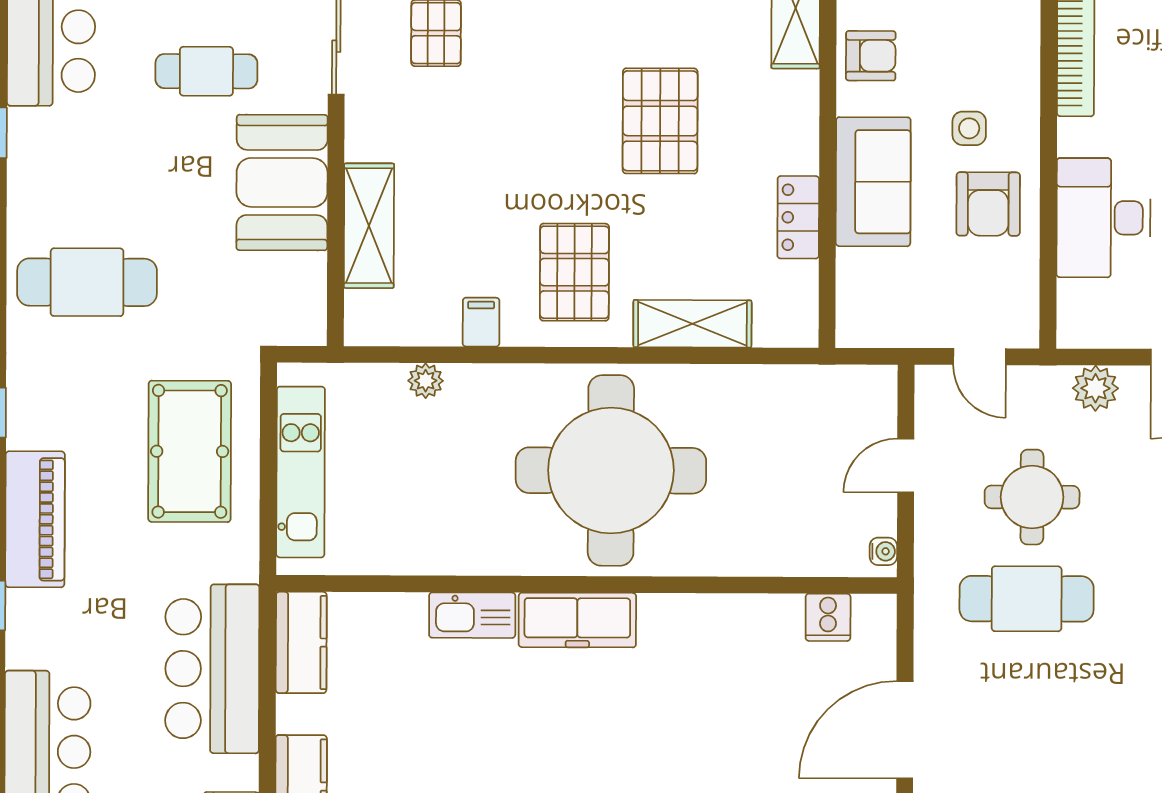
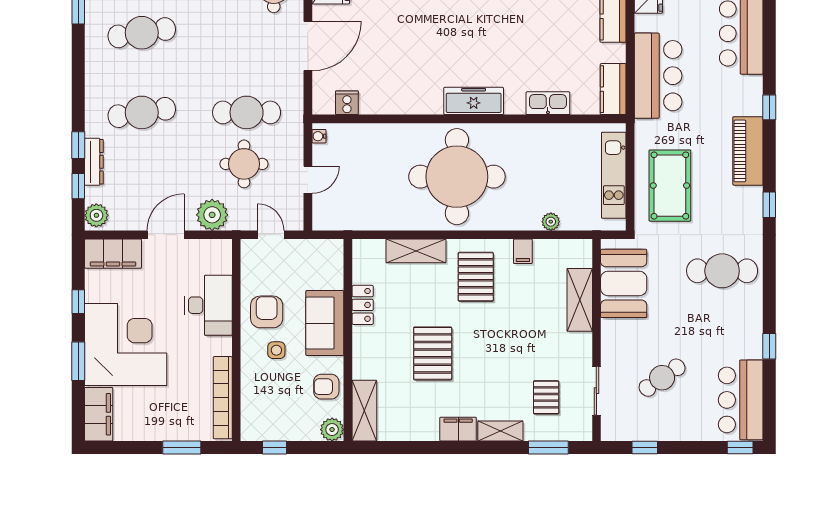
cafe table: (206, 71) -> (662, 378), turned -35
booth: (282, 182) -> (624, 283), moved
plant: (1095, 388) -> (212, 215), width x1.36, depth x1.36
kitchen sink: (472, 615) -> (548, 103), moved

